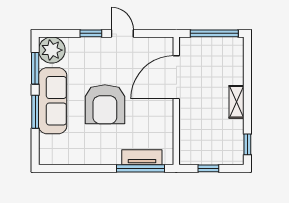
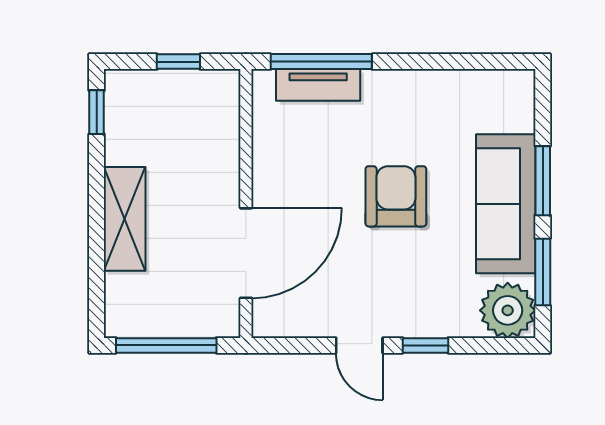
shelving: (236, 102) -> (125, 219), width x1.50, depth x1.33
armchair: (105, 104) -> (396, 196), width x0.73, depth x0.73

